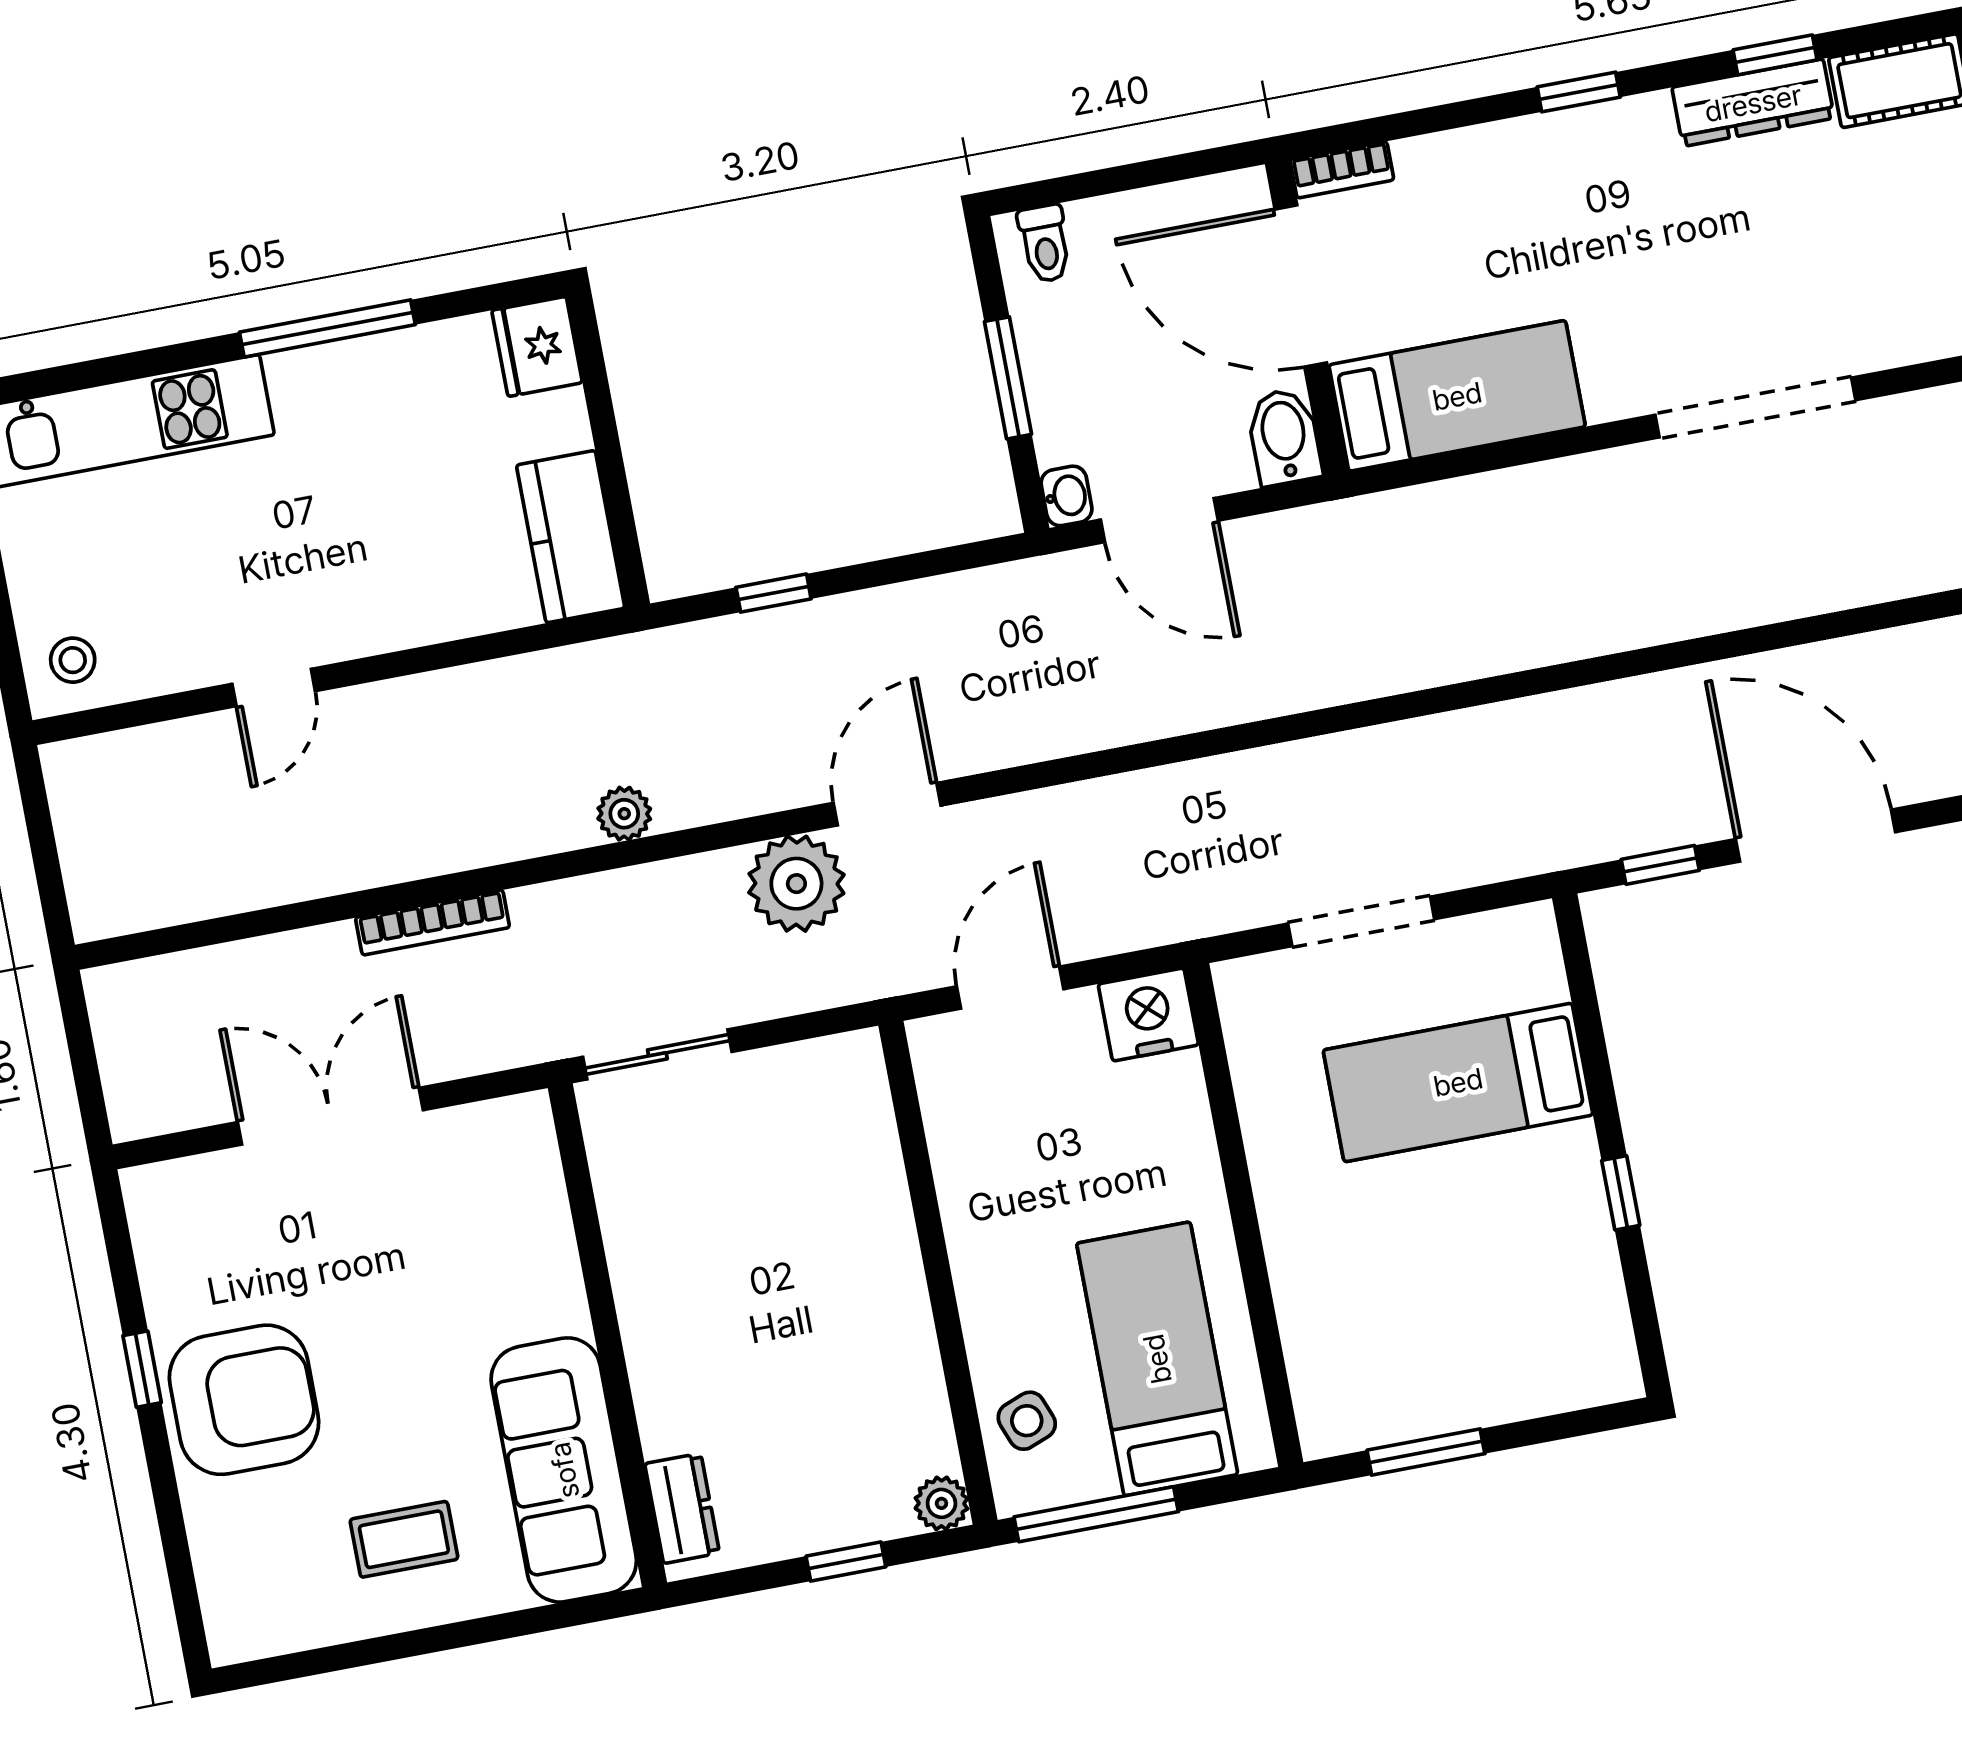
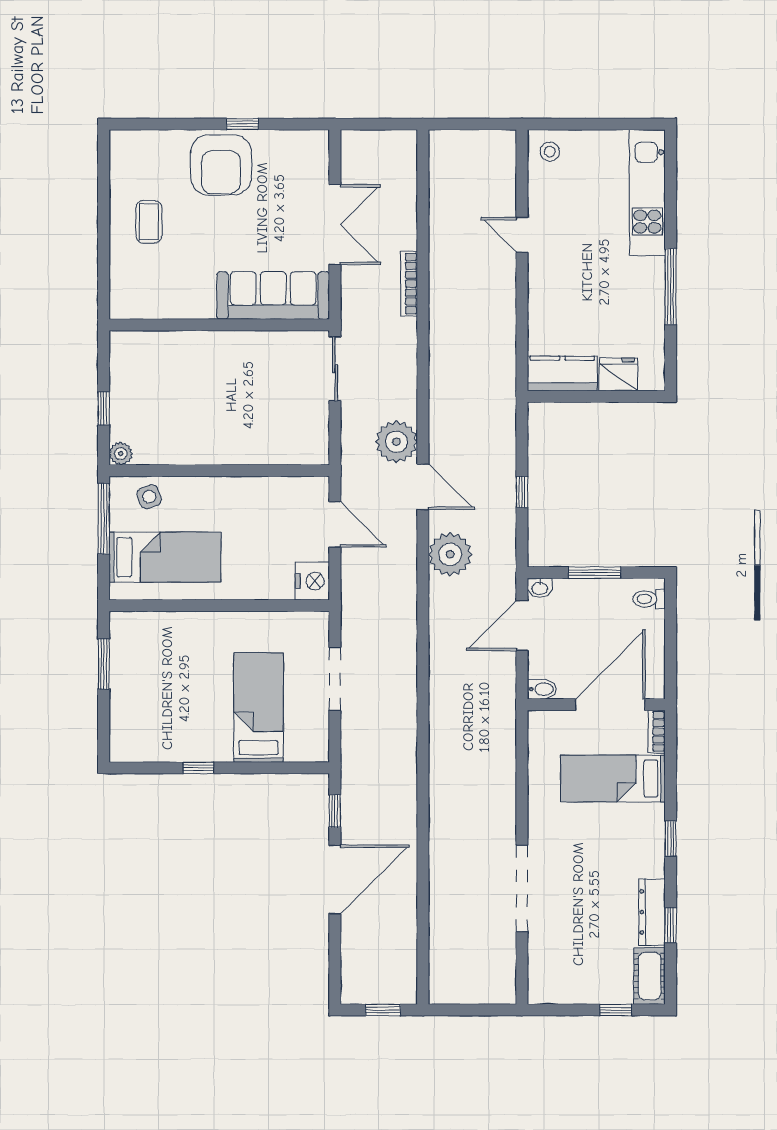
fridge: (537, 347) -> (618, 374), moved
bed: (1457, 396) -> (613, 778), moved, turned 90
bidet: (1284, 437) -> (542, 689), width x0.72, depth x0.74
window: (774, 593) -> (522, 492), moved
plant: (624, 814) -> (450, 554), moved, width x1.88, depth x1.88
sofa: (564, 1470) -> (273, 295), moved
dresser: (682, 1508) -> (140, 343), removed

